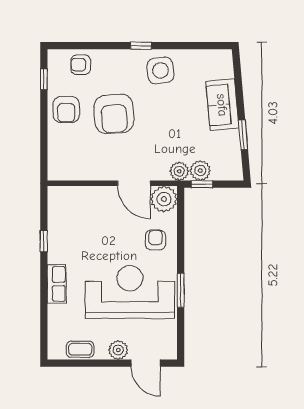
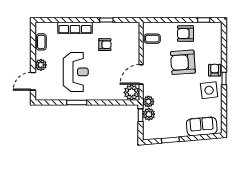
armchair: (81, 65) -> (215, 70), moved
sofa: (222, 105) -> (202, 126), moved
coffee table: (75, 165) -> (152, 39), added
armchair: (155, 240) -> (105, 45), moved
row of seats: (57, 284) -> (75, 28), width x1.48
reception desk: (130, 292) -> (76, 72), width x0.74, depth x0.77

